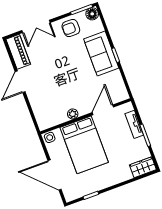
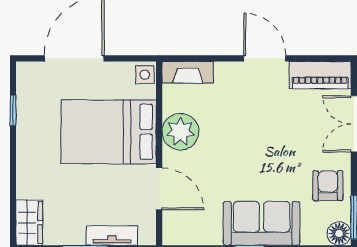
plant: (73, 114) -> (180, 132), width x1.87, depth x1.87
fireplace: (41, 117) -> (188, 72), added

